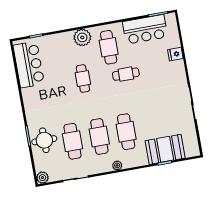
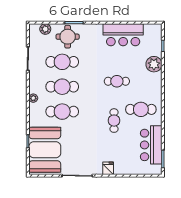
plant: (82, 37) -> (154, 64), moved
fridge: (175, 54) -> (108, 168), moved
bar counter: (29, 65) -> (123, 35), moved
booth: (165, 149) -> (45, 150), width x1.36, depth x1.42
plant: (42, 178) -> (45, 29), moved

